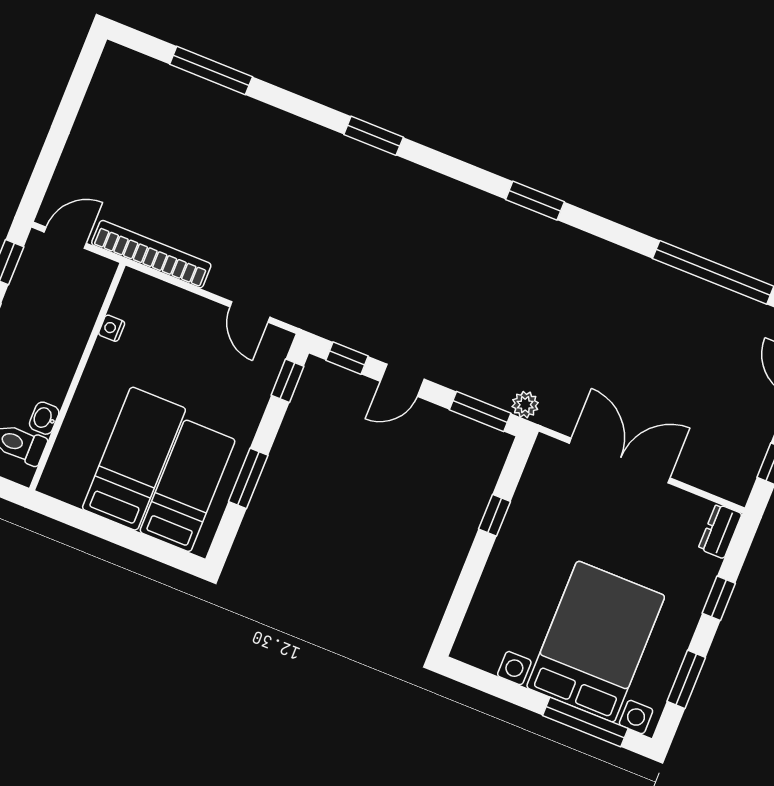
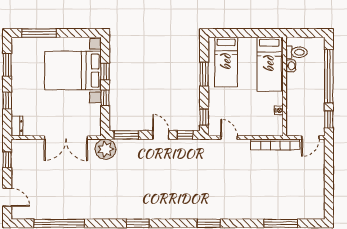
door: (402, 380) -> (161, 135), hinge flipped
plant: (525, 405) -> (105, 149), width x1.87, depth x1.87
bed: (134, 459) -> (269, 64), moved
window: (471, 574) -> (105, 72), added
bed with nightstands: (596, 642) -> (73, 71), moved, turned 90

